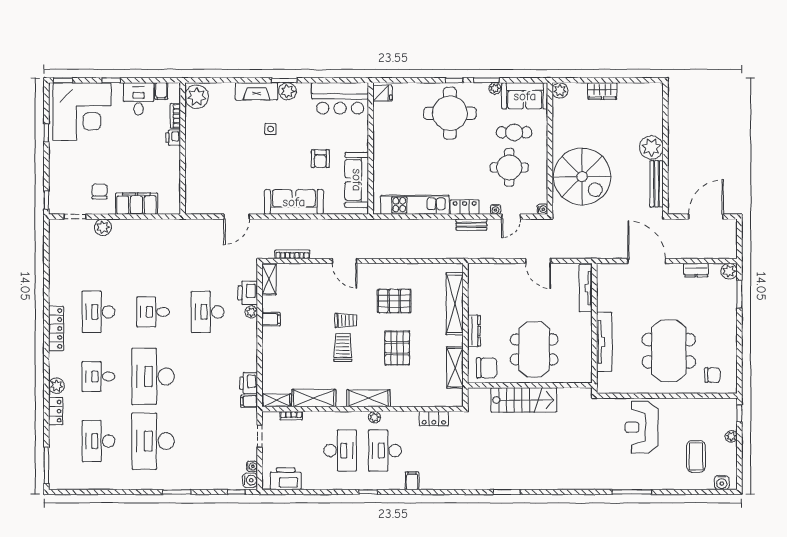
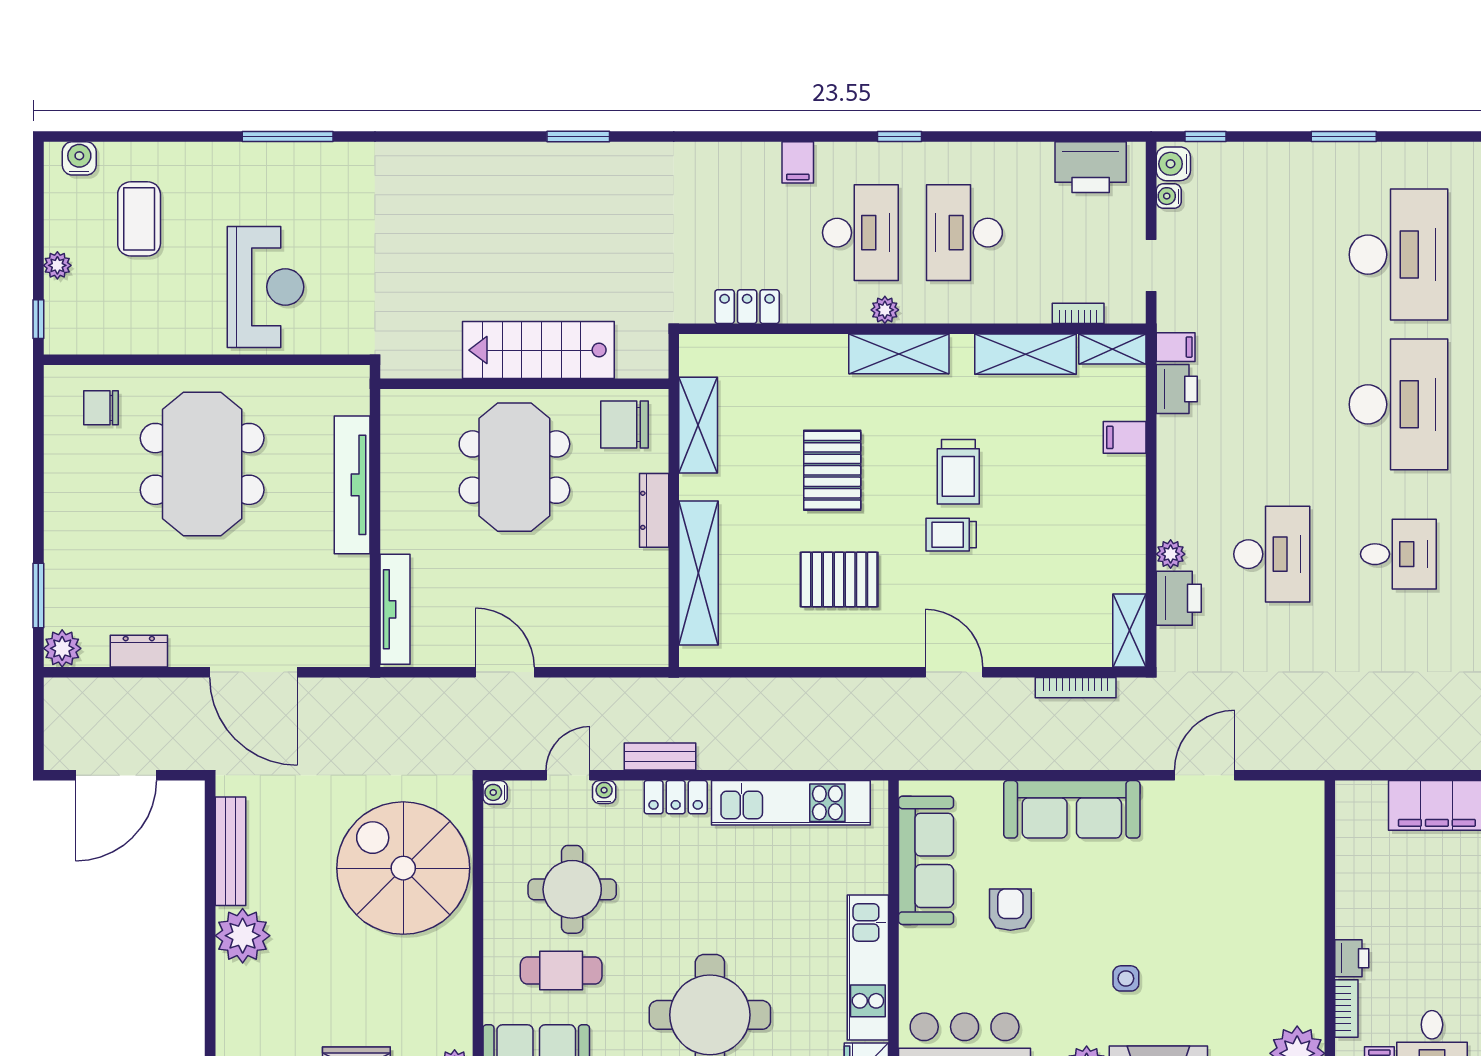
kitchen unit: (382, 134) -> (868, 967), added
filing cabinet: (271, 319) -> (1125, 437), moved

